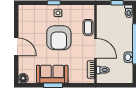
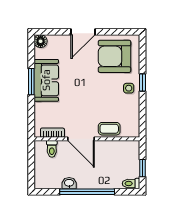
armchair: (59, 38) -> (115, 56), moved
door: (96, 48) -> (81, 139), hinge flipped

